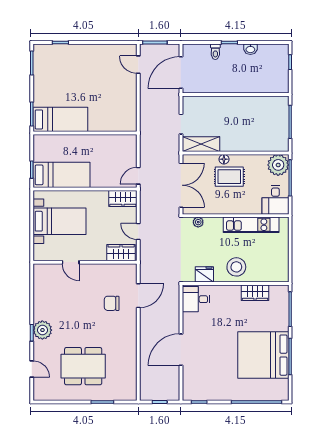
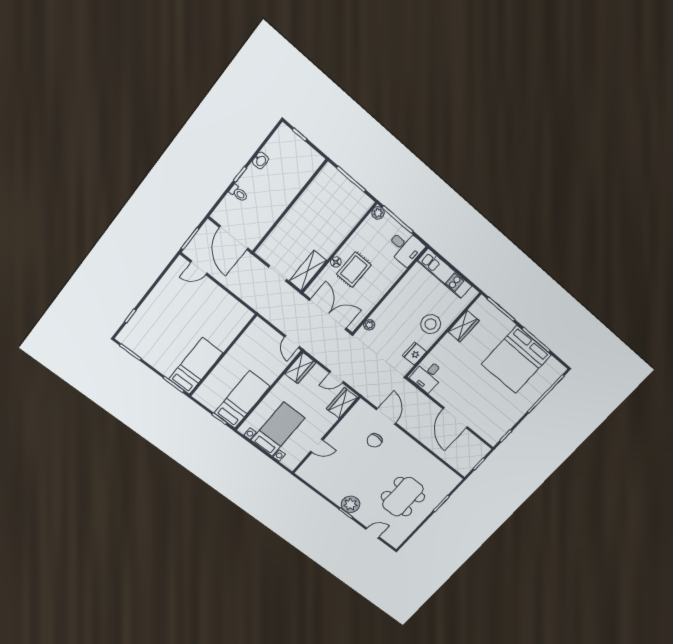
plant: (278, 165) -> (378, 213), width x0.53, depth x0.53
kitchen unit: (251, 225) -> (445, 274), moved, turned 90

